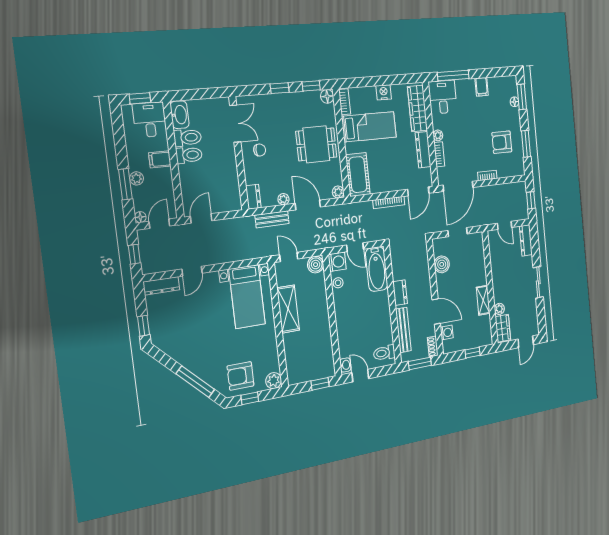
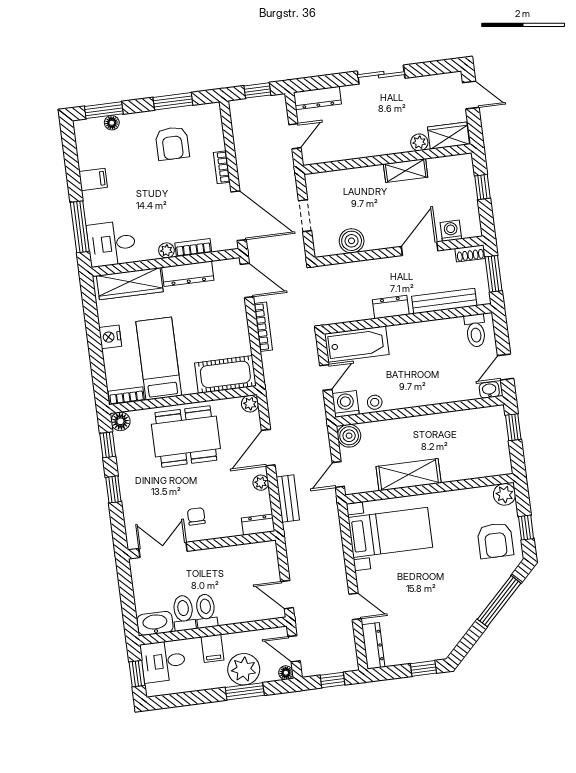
dining table: (316, 144) -> (186, 436), width x1.38
plant: (137, 178) -> (244, 669), width x1.87, depth x1.87

